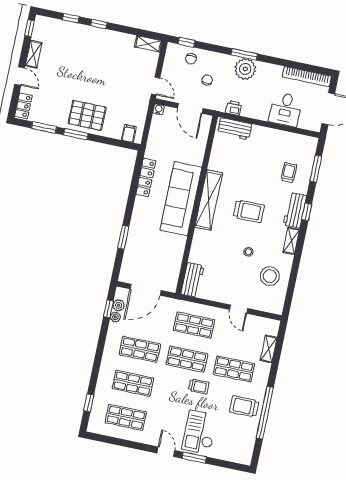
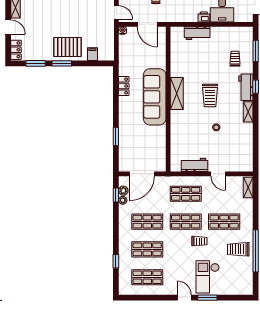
printer: (234, 108) -> (204, 17), moved
workbench: (235, 129) -> (197, 33), moved
filing cabinet: (129, 133) -> (92, 54), moved
locker: (146, 178) -> (124, 86), width x0.66
shelving: (209, 200) -> (177, 93), width x0.68
trolley: (249, 211) -> (210, 95), turned 90
stool: (270, 276) -> (237, 143), removed
workbench: (192, 280) -> (195, 165), moved, turned -90
shelving: (269, 349) -> (248, 188), moved
window: (89, 403) -> (116, 261), moved

